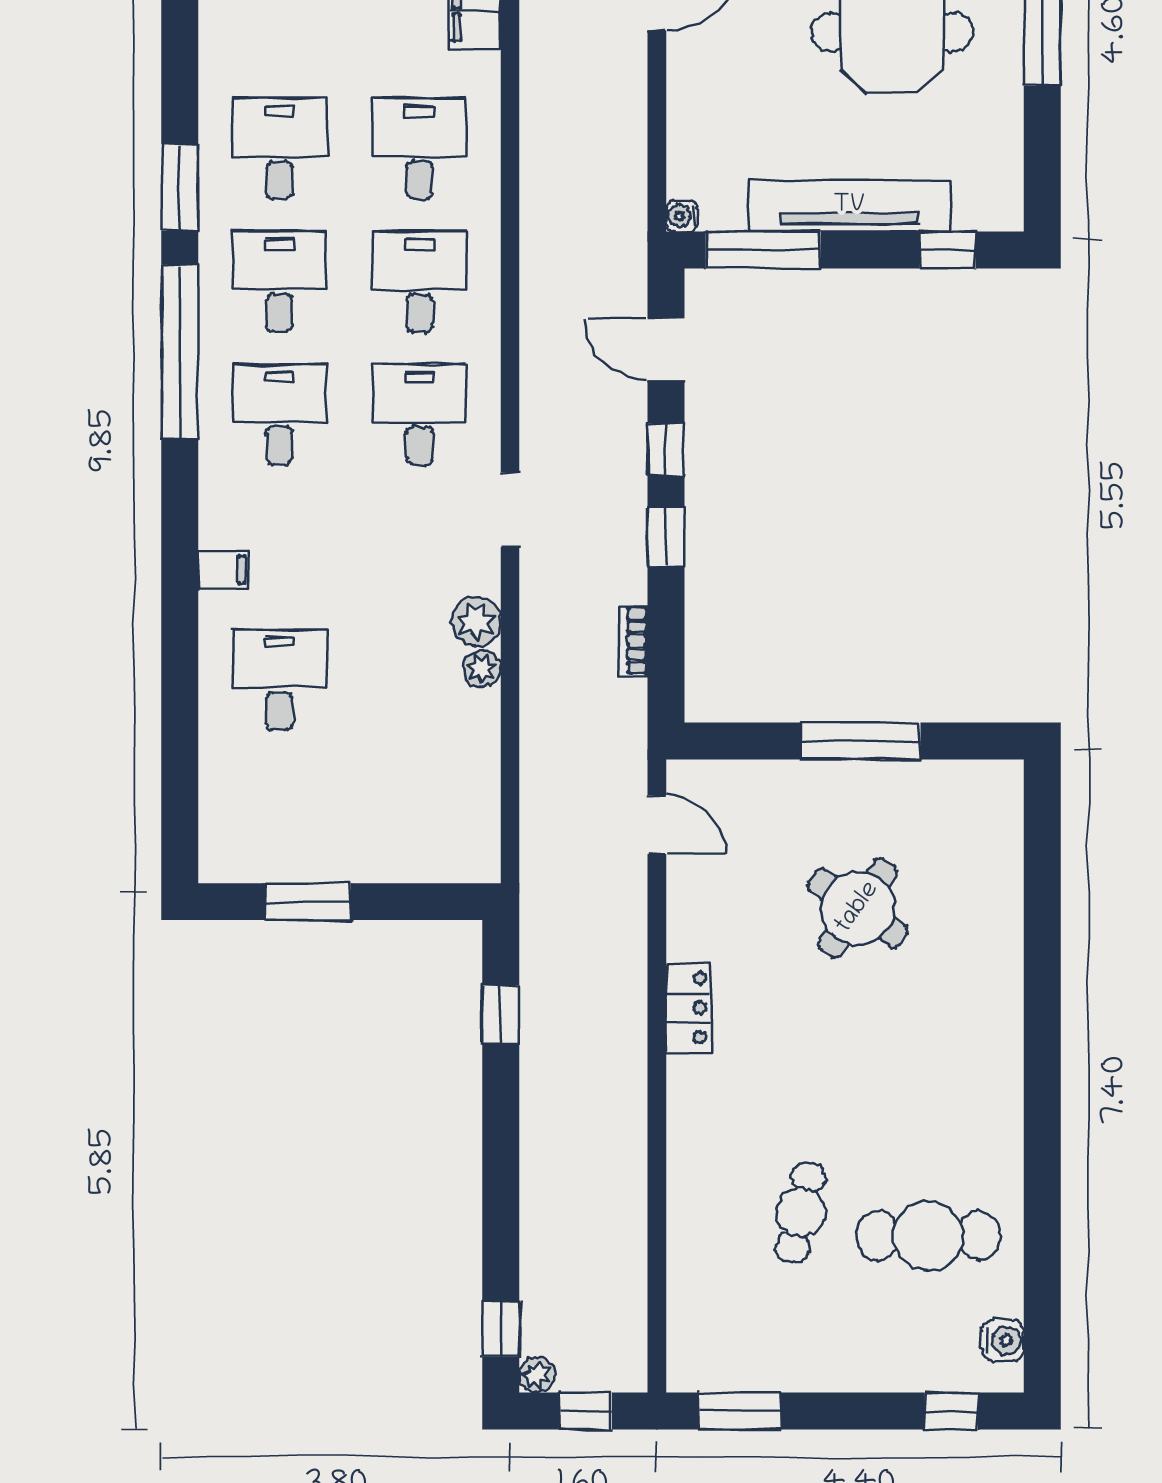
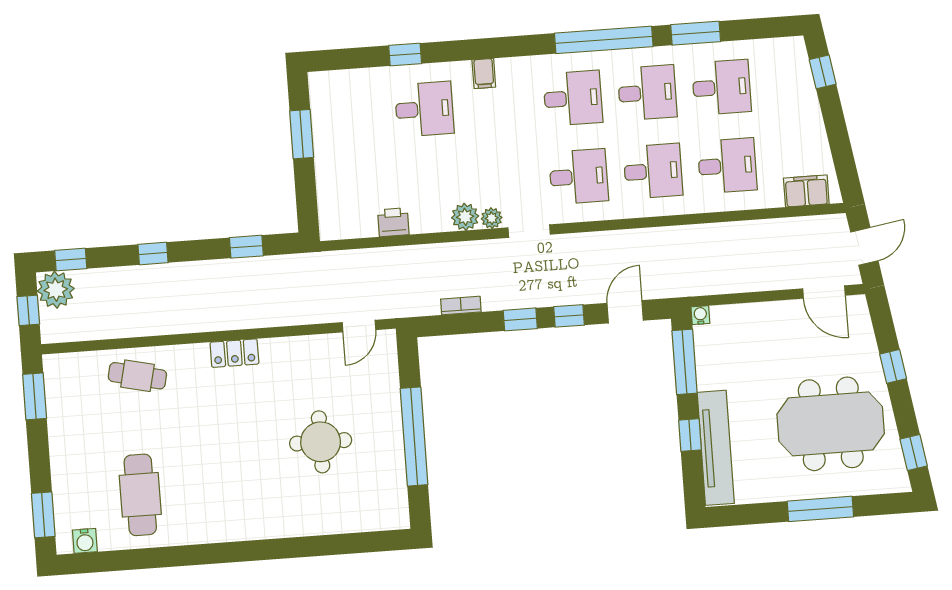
tv unit: (849, 206) -> (716, 448), moved
window: (948, 250) -> (690, 435), moved
plant: (482, 669) -> (492, 218), moved
window: (180, 707) -> (405, 54), added
window: (860, 741) -> (414, 437), width x1.46
printer: (477, 750) -> (393, 222), added
round table: (858, 908) -> (321, 442), turned -35
locker: (689, 1008) -> (234, 353), moved
window: (501, 1182) -> (153, 254), added
cafe table: (801, 1212) -> (137, 376), moved
plant: (537, 1375) -> (56, 290), width x1.87, depth x1.87
window: (951, 1411) -> (43, 515), width x1.50

